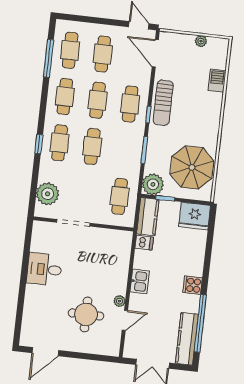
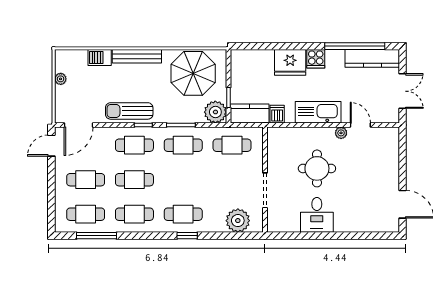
sun lounger: (163, 103) -> (129, 111), turned 180
bench: (214, 116) -> (137, 56), added
cafe table: (92, 146) -> (183, 145), moved
fridge: (195, 216) -> (290, 62), moved, turned 90
kitchen sink: (140, 281) -> (318, 112), width x1.88, depth x1.24
round table: (86, 314) -> (317, 168), moved

